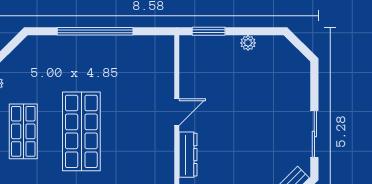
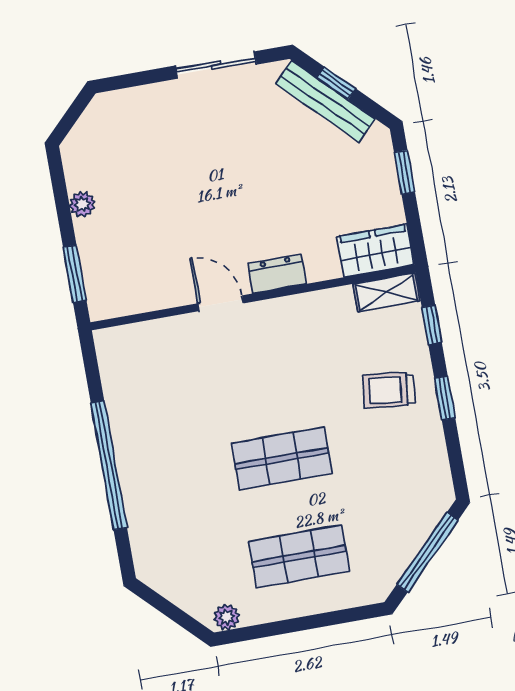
shop shelf: (81, 131) -> (282, 458), width x0.70, depth x0.74
dresser: (188, 155) -> (277, 274), width x0.70

